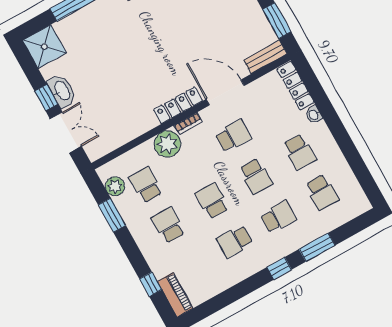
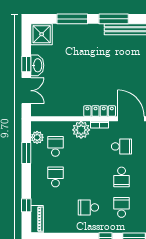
school desk: (212, 201) -> (88, 177), removed
school desk: (278, 217) -> (122, 207), turned -90

